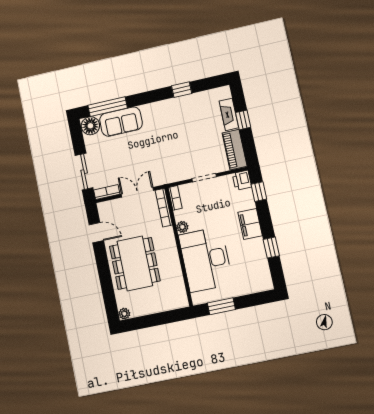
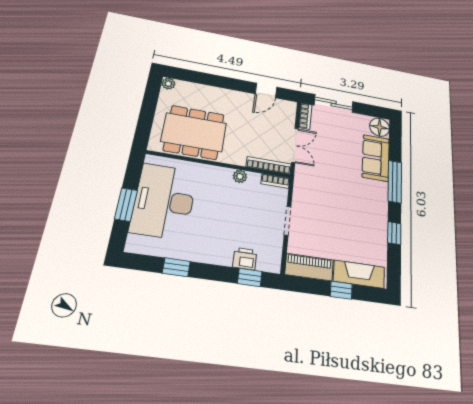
window: (108, 107) -> (395, 182), moved
fireplace: (229, 114) -> (359, 274), width x1.37, depth x1.32
printer: (242, 180) -> (245, 259), moved
filing cabinet: (250, 224) -> (215, 253), removed
desk: (206, 259) -> (164, 201), moved, turned -90
dining table: (135, 263) -> (194, 132), moved
window: (221, 306) -> (126, 205), moved

